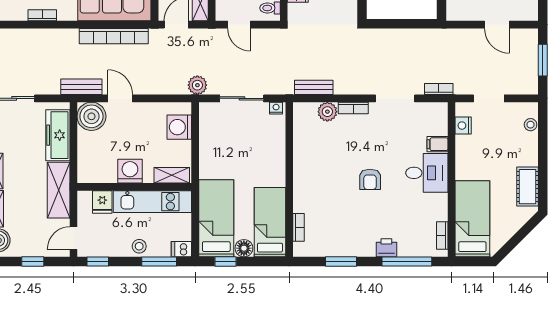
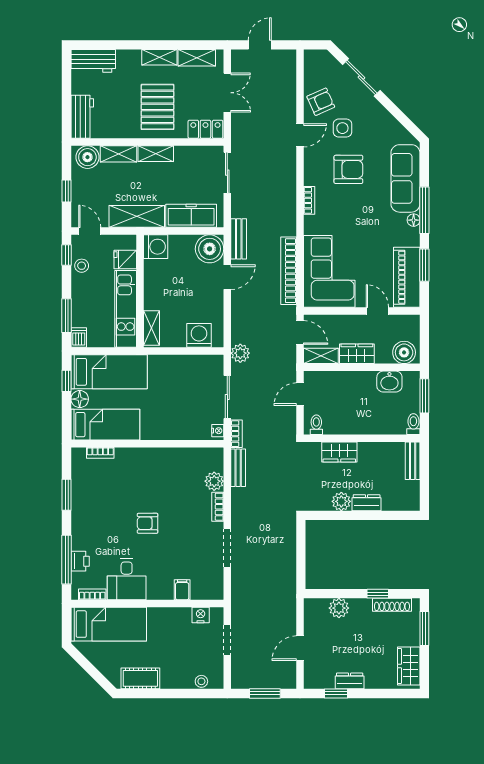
bookcase: (439, 89) -> (236, 434), moved
washing machine: (130, 171) -> (156, 247), moved
desk: (427, 173) -> (127, 579), moved
stool: (139, 246) -> (82, 266), moved
printer: (386, 248) -> (80, 561), moved

